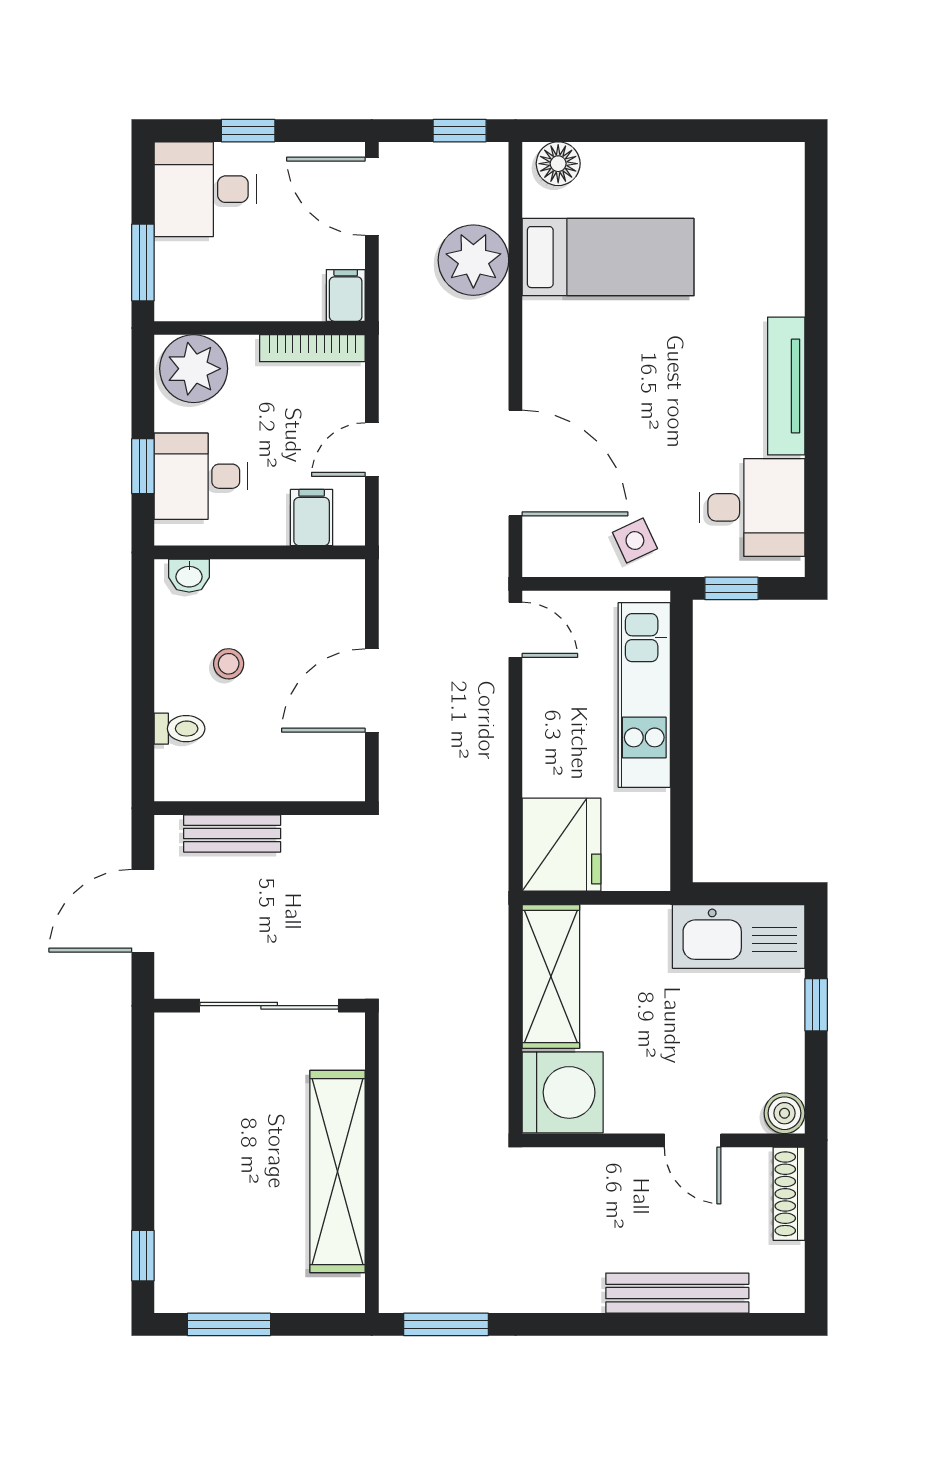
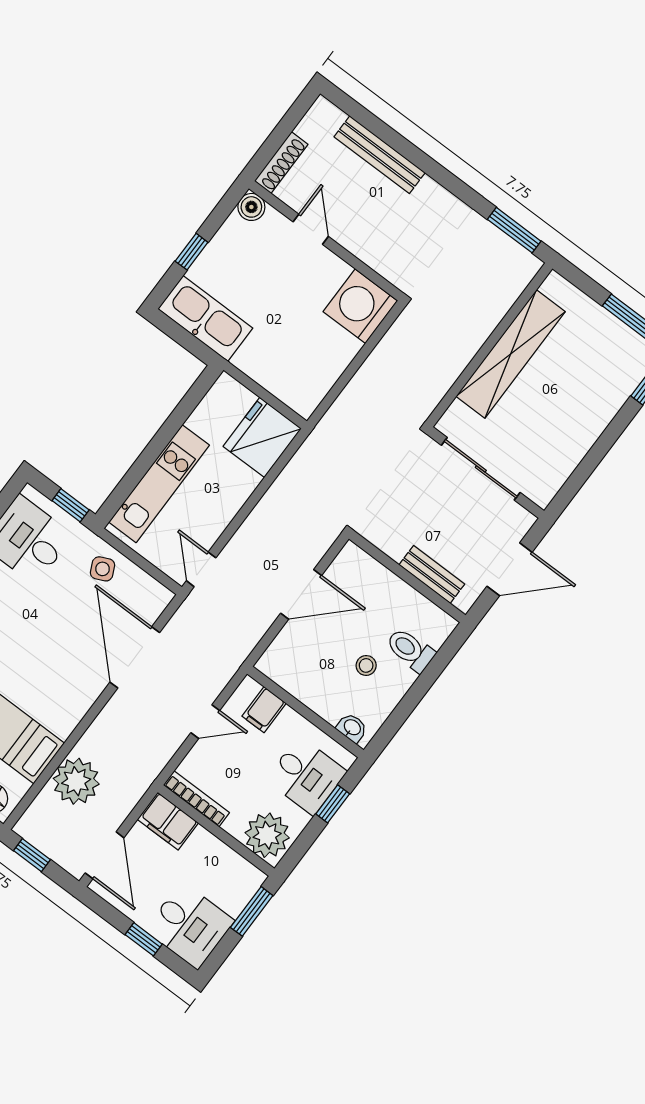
filing cabinet: (346, 295) -> (168, 821), width x2.00
toilet: (180, 729) -> (410, 650), width x1.37, depth x1.39
shelving: (551, 977) -> (320, 372), removed

